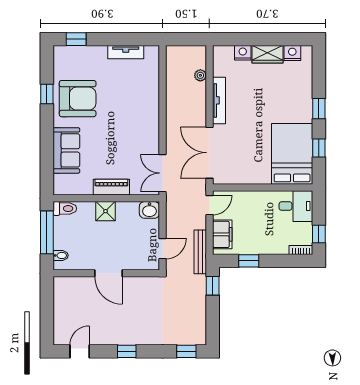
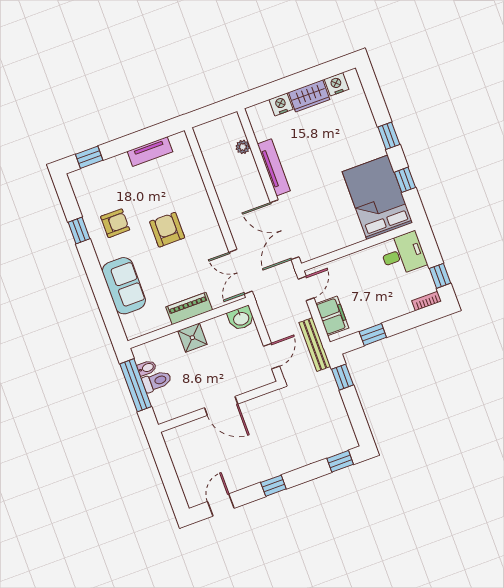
armchair: (78, 99) -> (115, 223), width x0.53, depth x0.53
armchair: (117, 119) -> (167, 230), added
toilet: (65, 209) -> (157, 381), moved
bidet: (61, 255) -> (147, 368), moved

